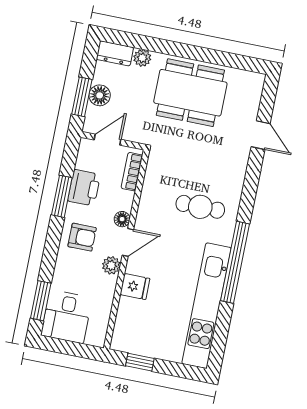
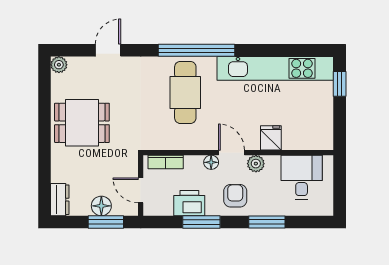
plant: (142, 58) -> (59, 65), moved
dining table: (190, 93) -> (82, 123), width x0.73
cafe table: (200, 207) -> (185, 92), width x1.37, depth x1.35
window: (235, 262) -> (197, 50), moved
window: (41, 301) -> (267, 222), moved
desk: (66, 317) -> (302, 177), moved, turned -90
window: (140, 362) -> (340, 84), moved

